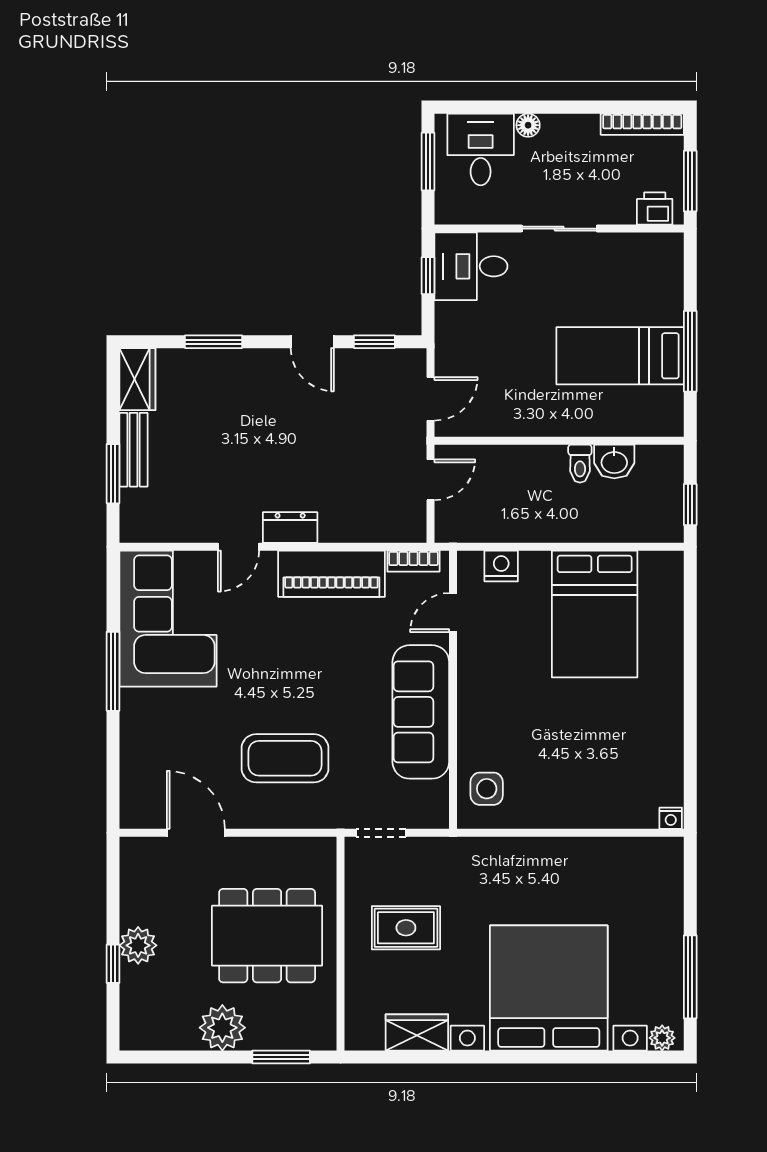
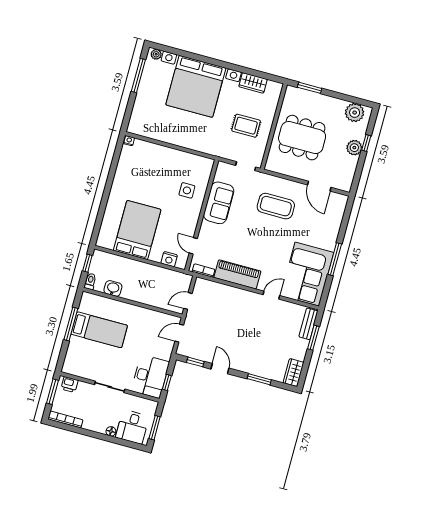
desk: (471, 266) -> (150, 376), width x1.37
bench: (134, 450) -> (308, 324), moved
toilet: (580, 464) -> (90, 281), moved
dresser: (290, 528) -> (249, 297), removed
door: (453, 613) -> (193, 246), swing flipped
sofa: (421, 712) -> (219, 203), width x0.73
side table: (487, 789) -> (187, 190), moved
plant: (222, 1028) -> (355, 113), moved

